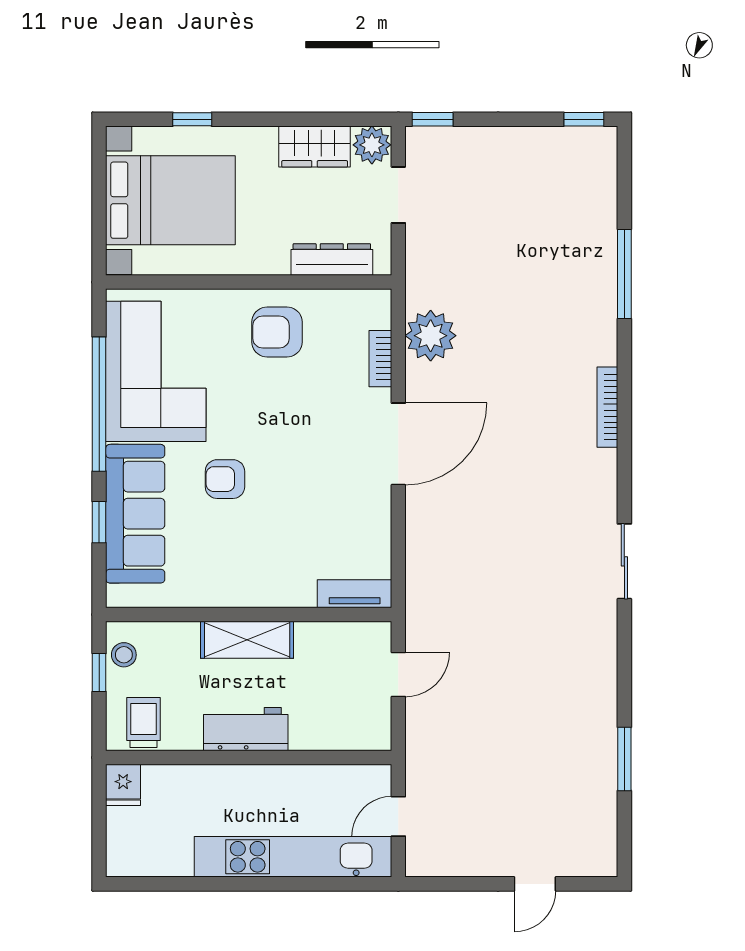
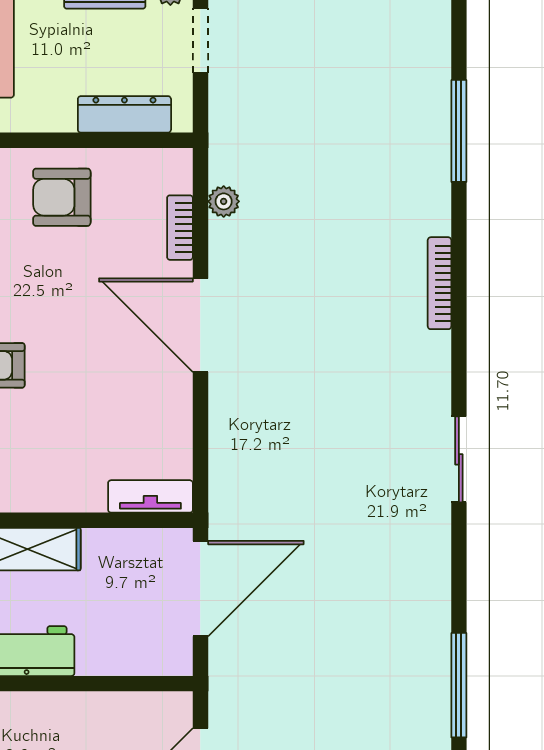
plant: (431, 336) -> (224, 201), width x0.53, depth x0.53
door: (398, 444) -> (200, 325), swing flipped
door: (398, 674) -> (200, 589), width x1.87
window: (624, 759) -> (459, 685), width x1.44

